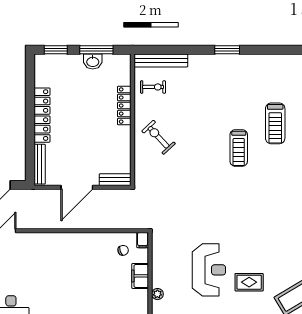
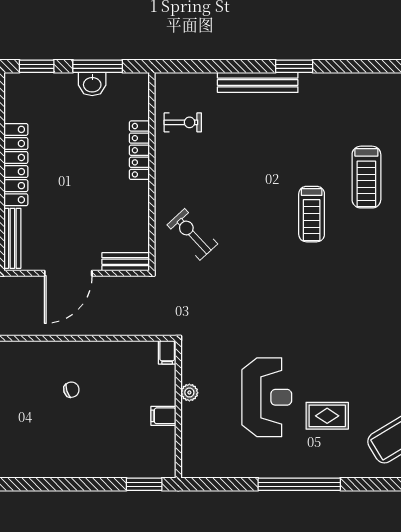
bench: (161, 60) -> (258, 82), moved
exercise bike: (159, 137) -> (192, 234), moved
chair: (123, 250) -> (71, 390), moved
filing cabinet: (140, 276) -> (163, 416), width x0.50
plant: (157, 294) -> (189, 393), moved

